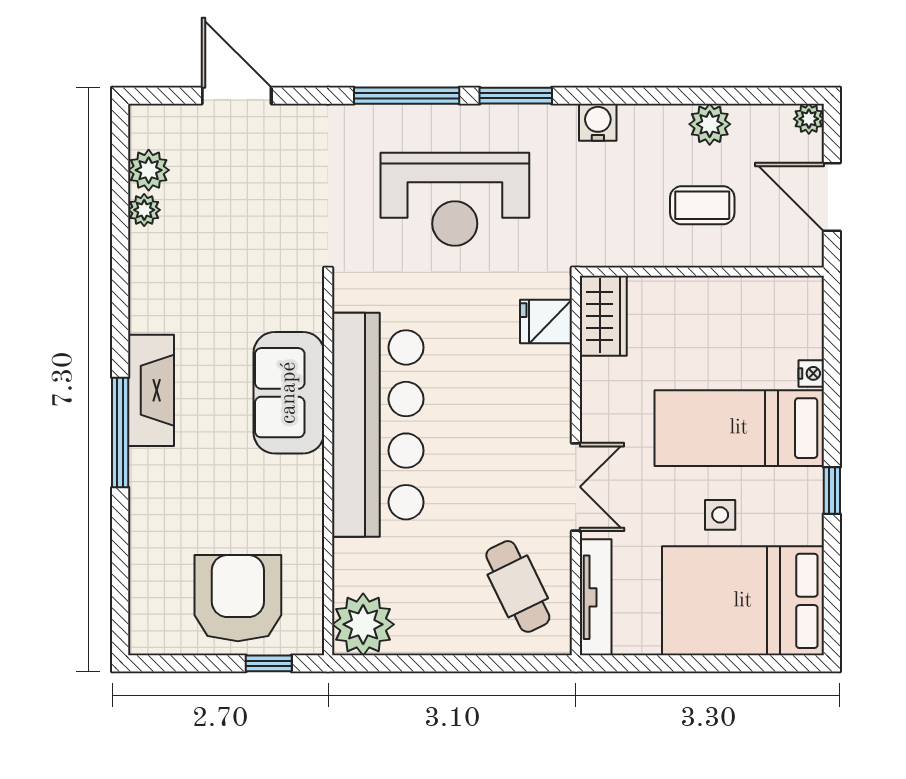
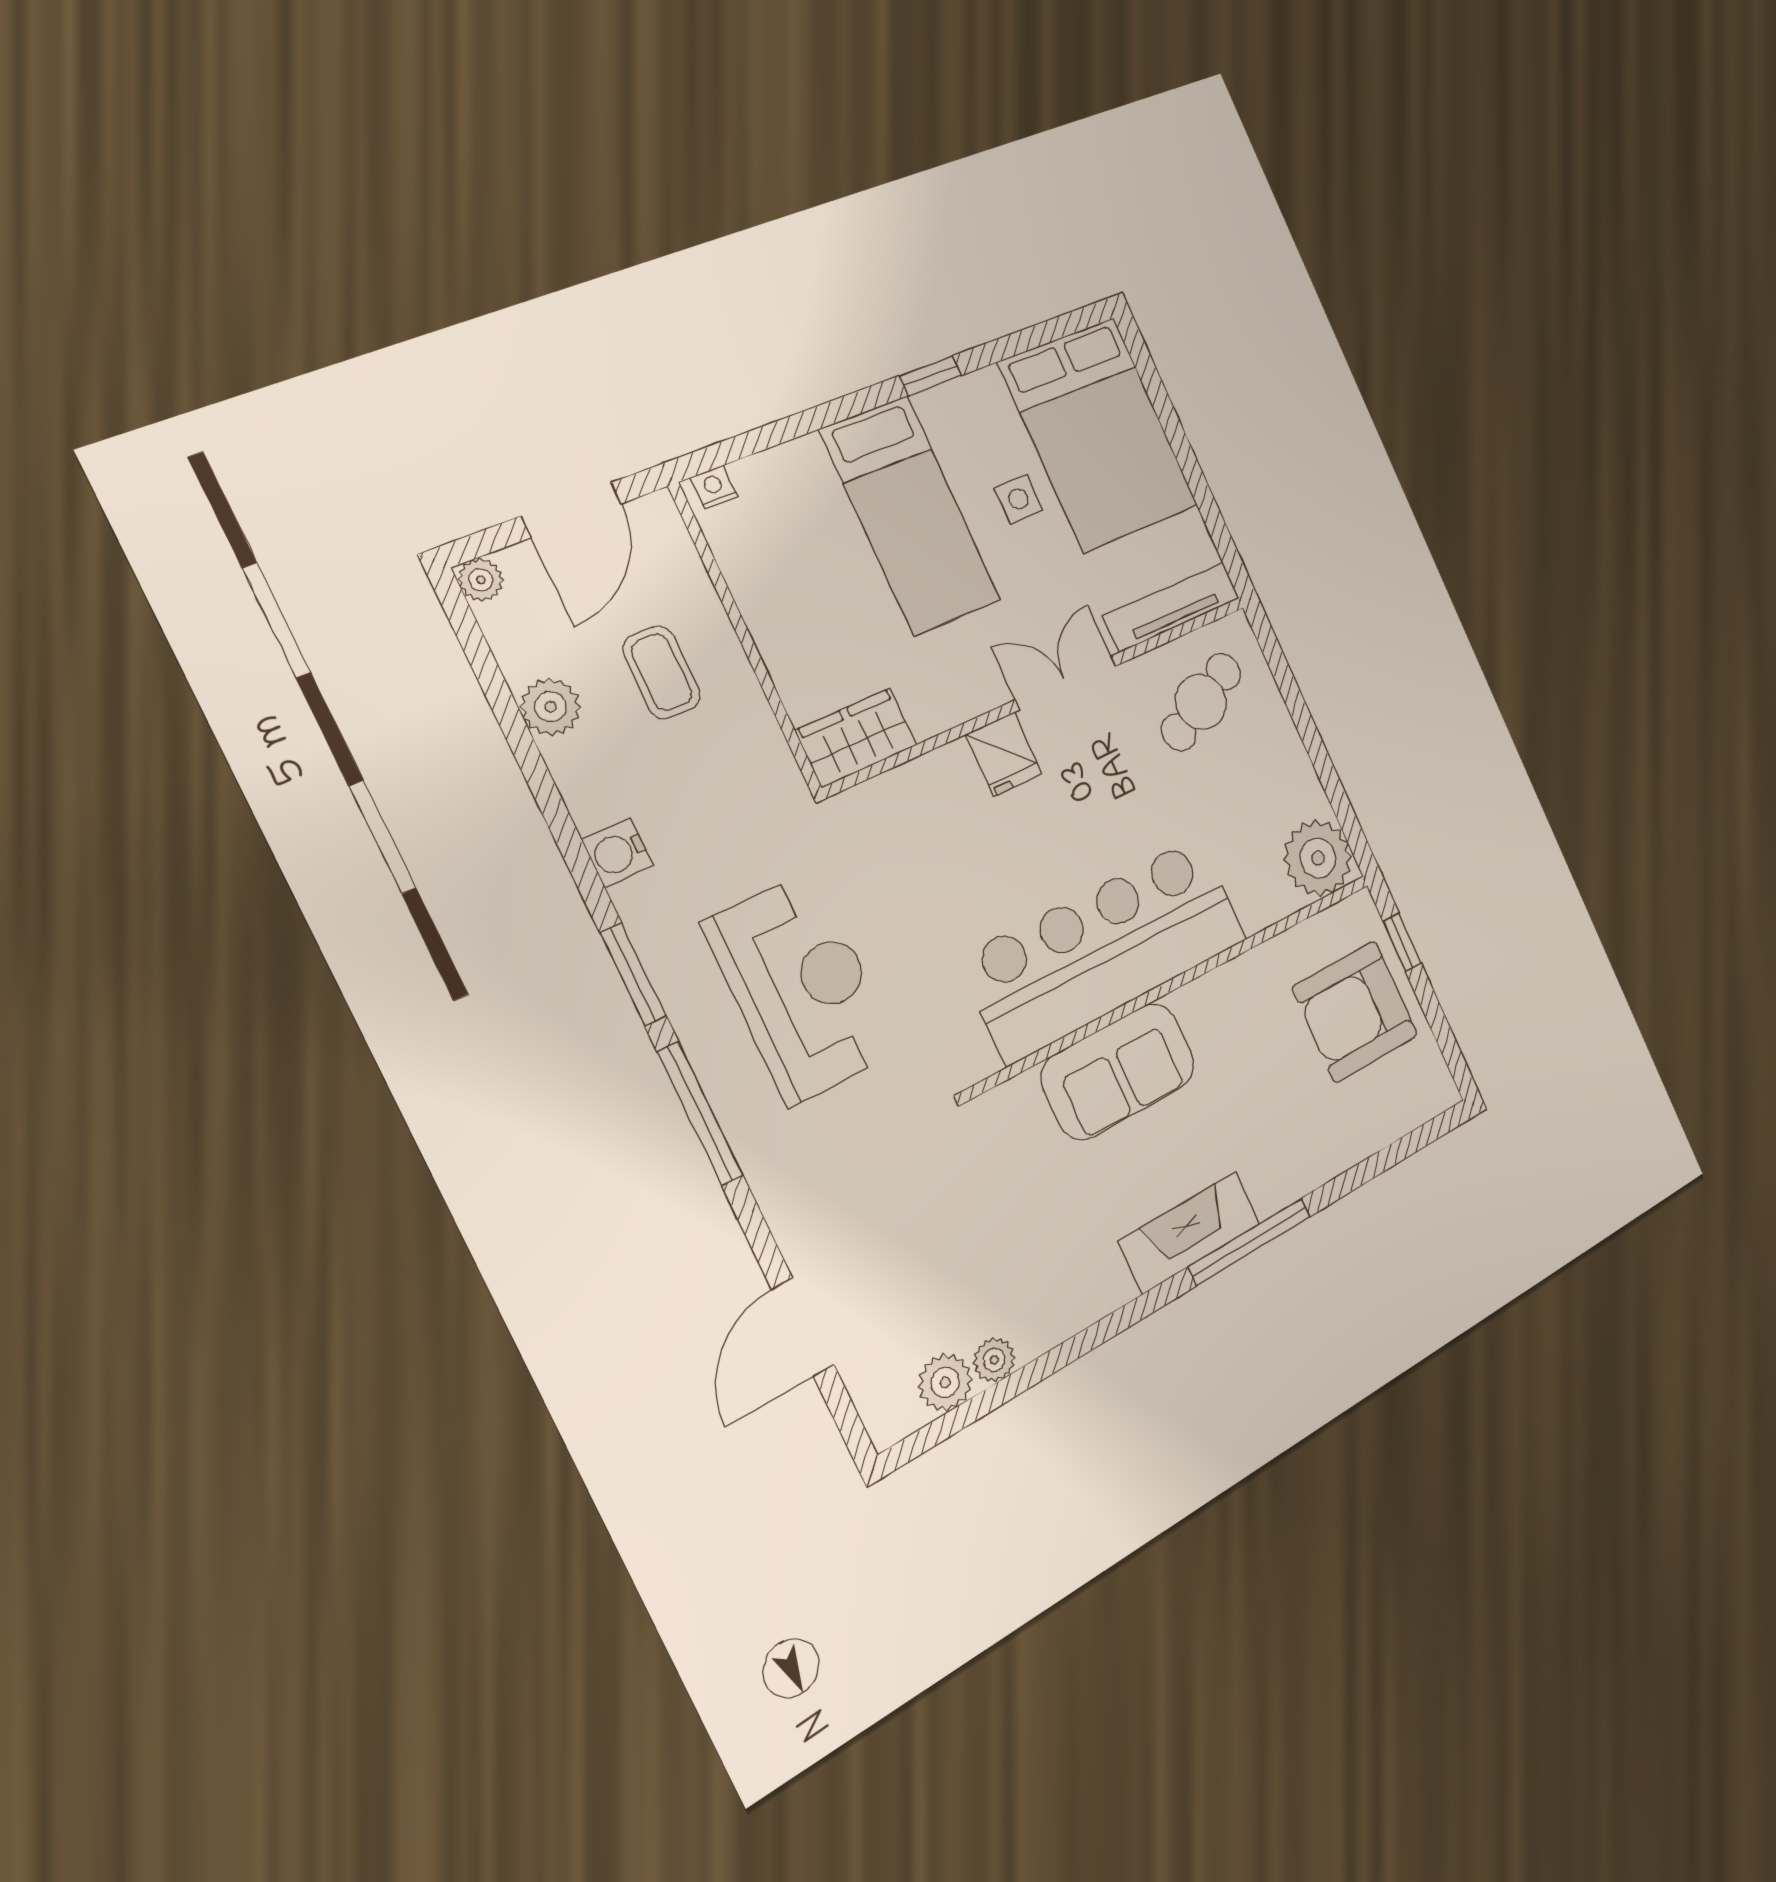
fridge: (546, 321) -> (1004, 754), moved
nightstand: (811, 373) -> (714, 487), moved

